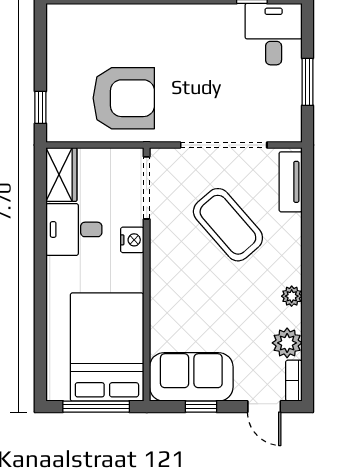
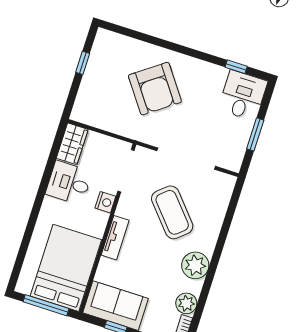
armchair: (124, 98) -> (155, 89), moved, turned 54
window: (40, 107) -> (83, 63), moved
tv unit: (291, 182) -> (115, 238), moved, turned 180
plant: (292, 296) -> (195, 265), width x1.87, depth x1.87

